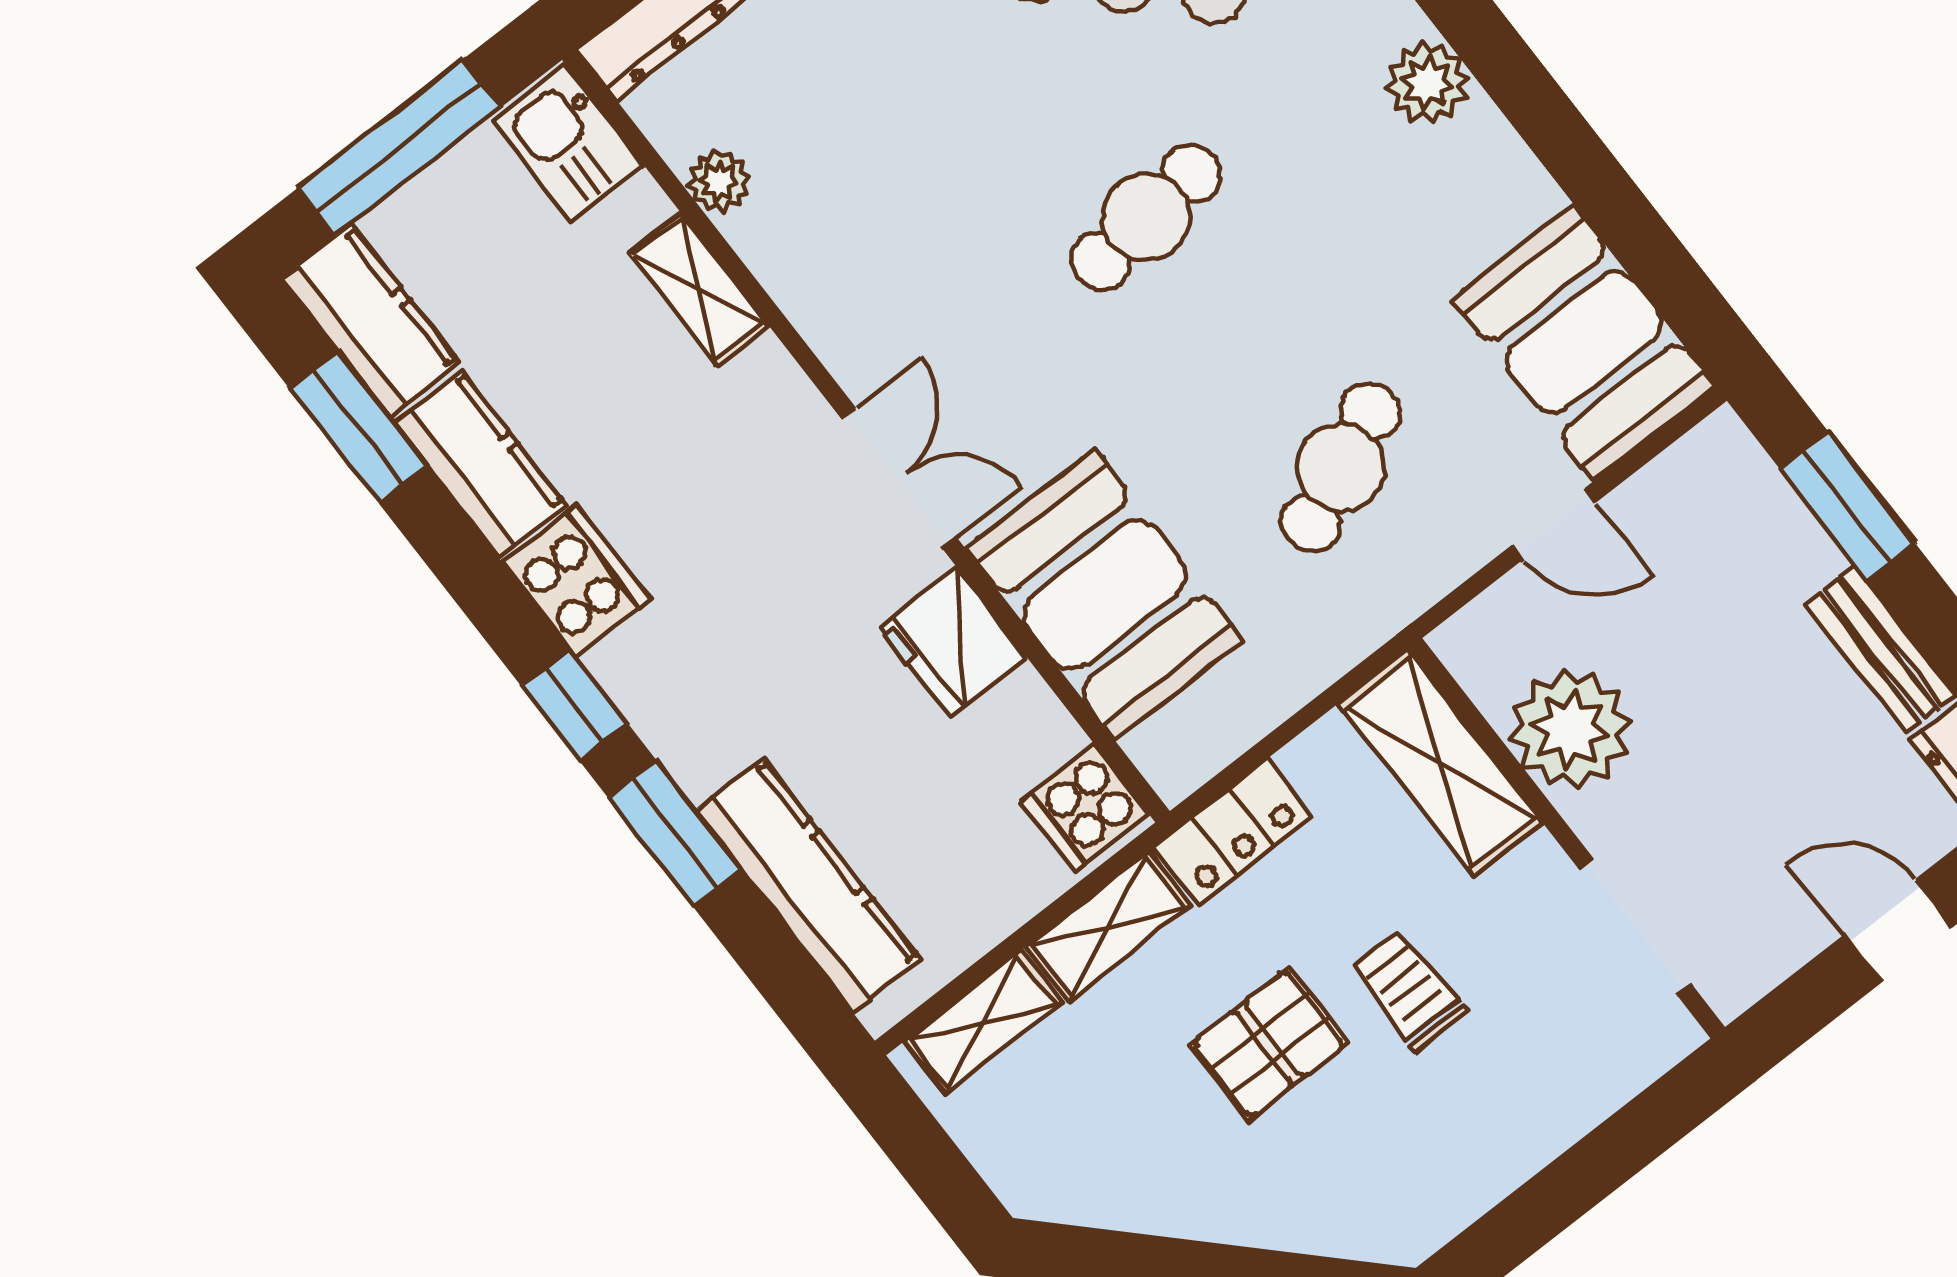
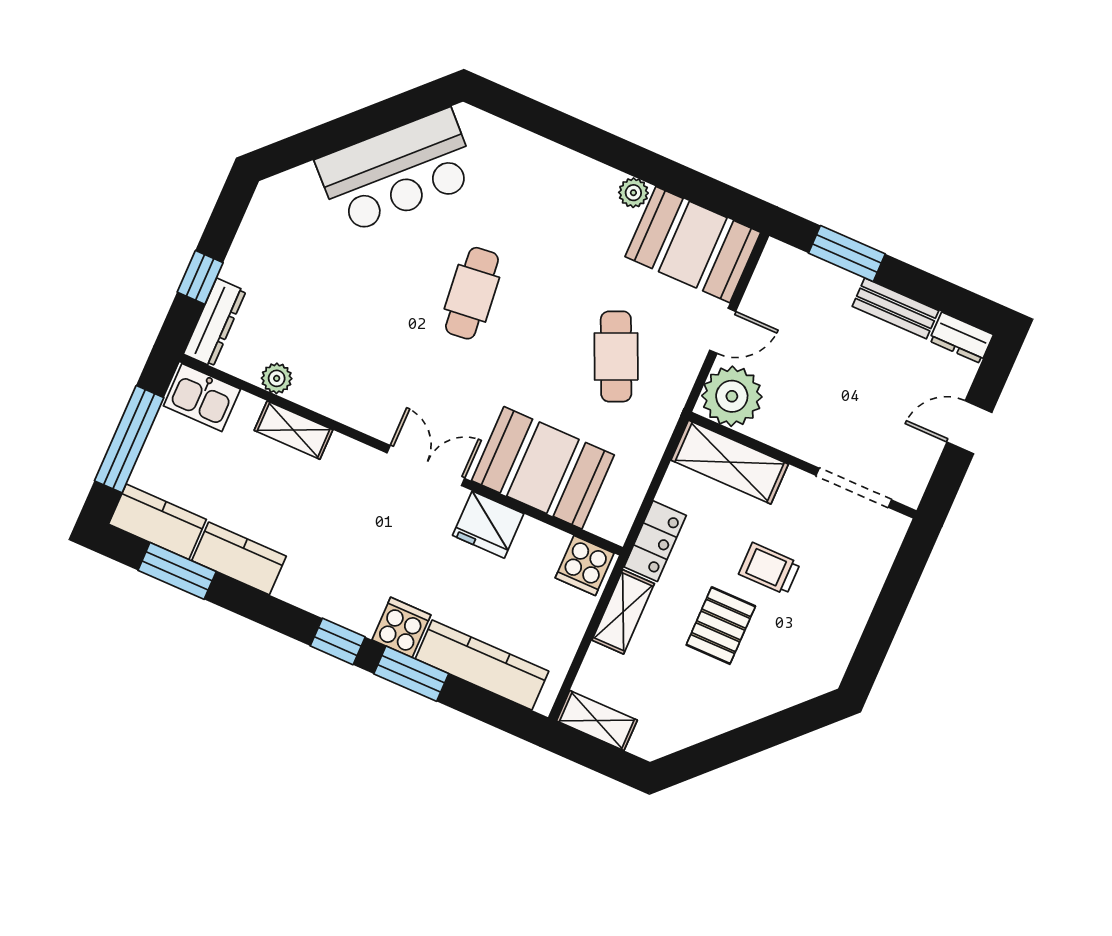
plant: (1427, 83) -> (633, 193), moved, width x0.73, depth x0.73
cooker: (576, 581) -> (401, 627), moved, width x0.73
plant: (1570, 730) -> (732, 396), moved
shelving: (983, 1022) -> (597, 720), moved, turned 90

